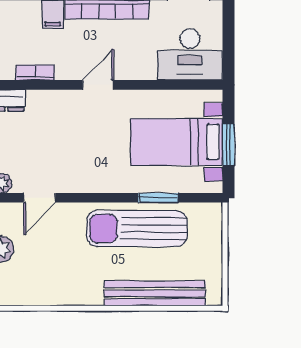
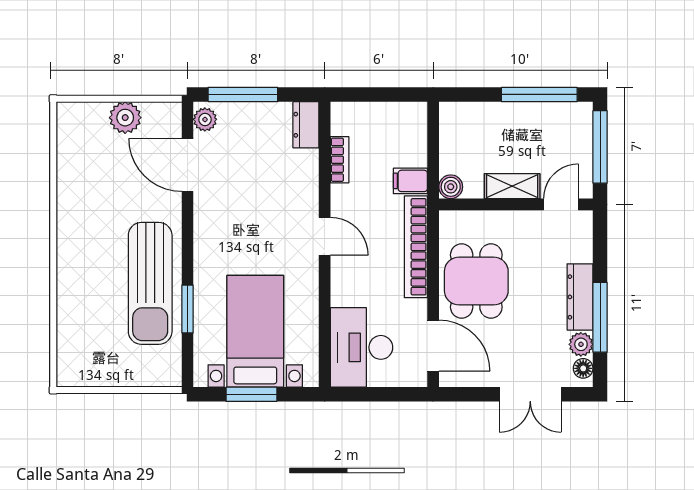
door: (39, 198) -> (188, 165), width x1.38
sun lounger: (137, 229) -> (150, 283), turned 180
bench: (155, 293) -> (71, 305), removed

